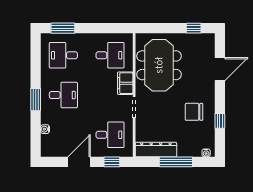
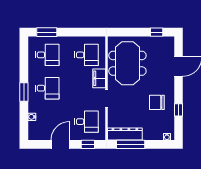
desk: (63, 55) -> (47, 55), turned 180
window: (176, 162) -> (131, 144), moved

